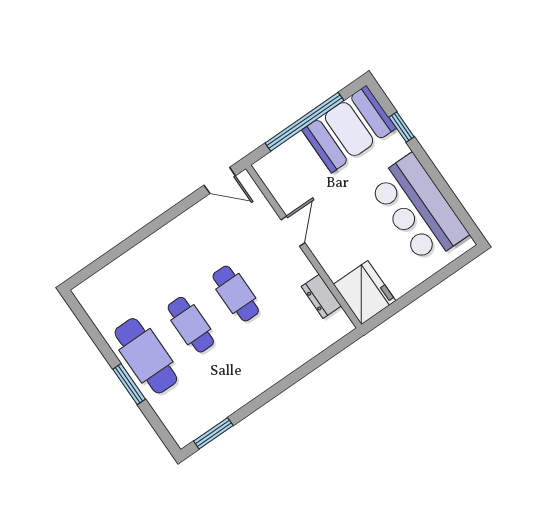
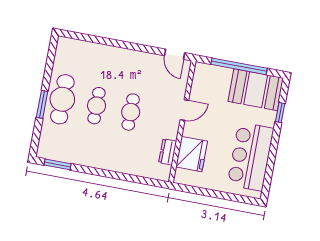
fridge: (365, 293) -> (192, 154), moved

